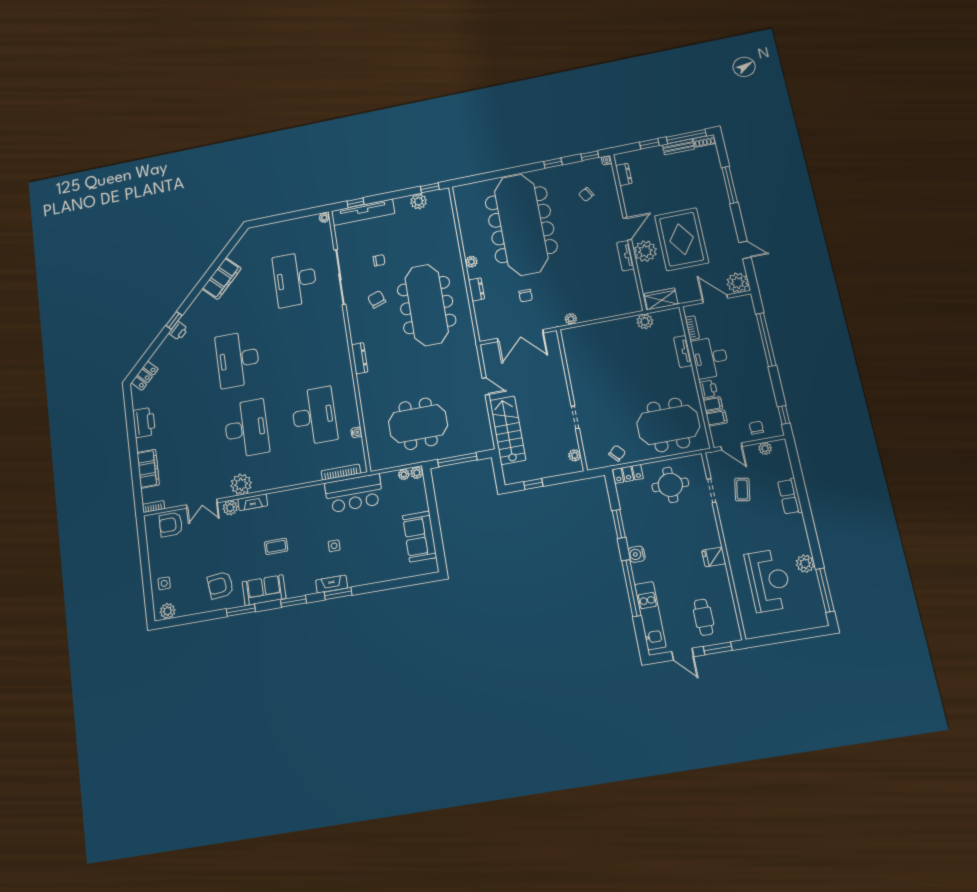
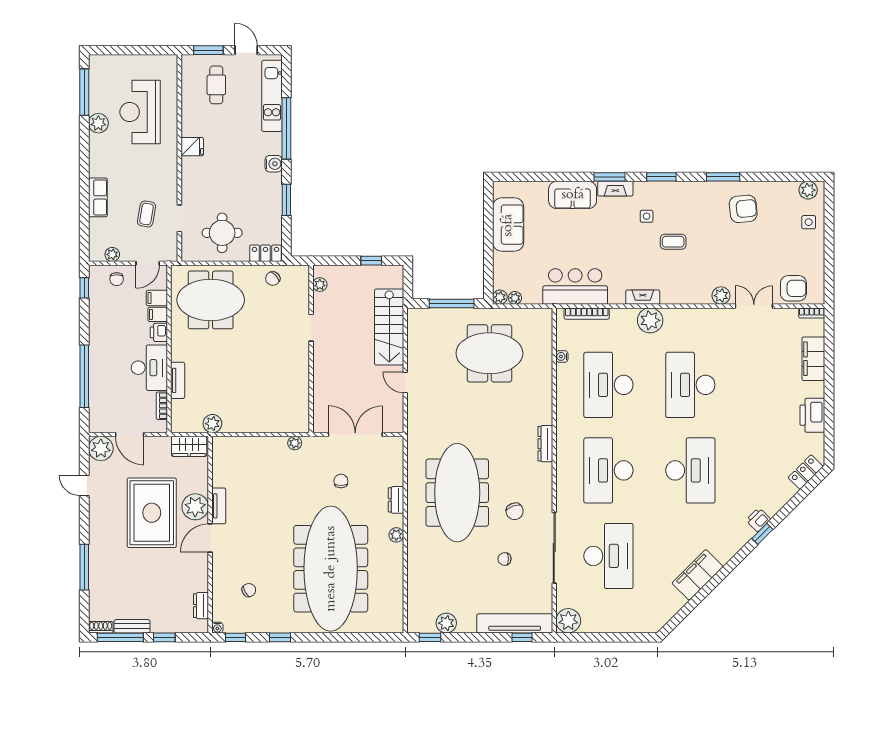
plant: (324, 218) -> (568, 621), width x1.88, depth x1.88
desk: (304, 347) -> (608, 470), added
door: (731, 446) -> (148, 263), swing flipped
plant: (241, 484) -> (650, 320), moved
fireplace: (253, 502) -> (643, 297), moved
side table: (334, 546) -> (647, 216), moved
sofa: (264, 590) -> (573, 195), moved

